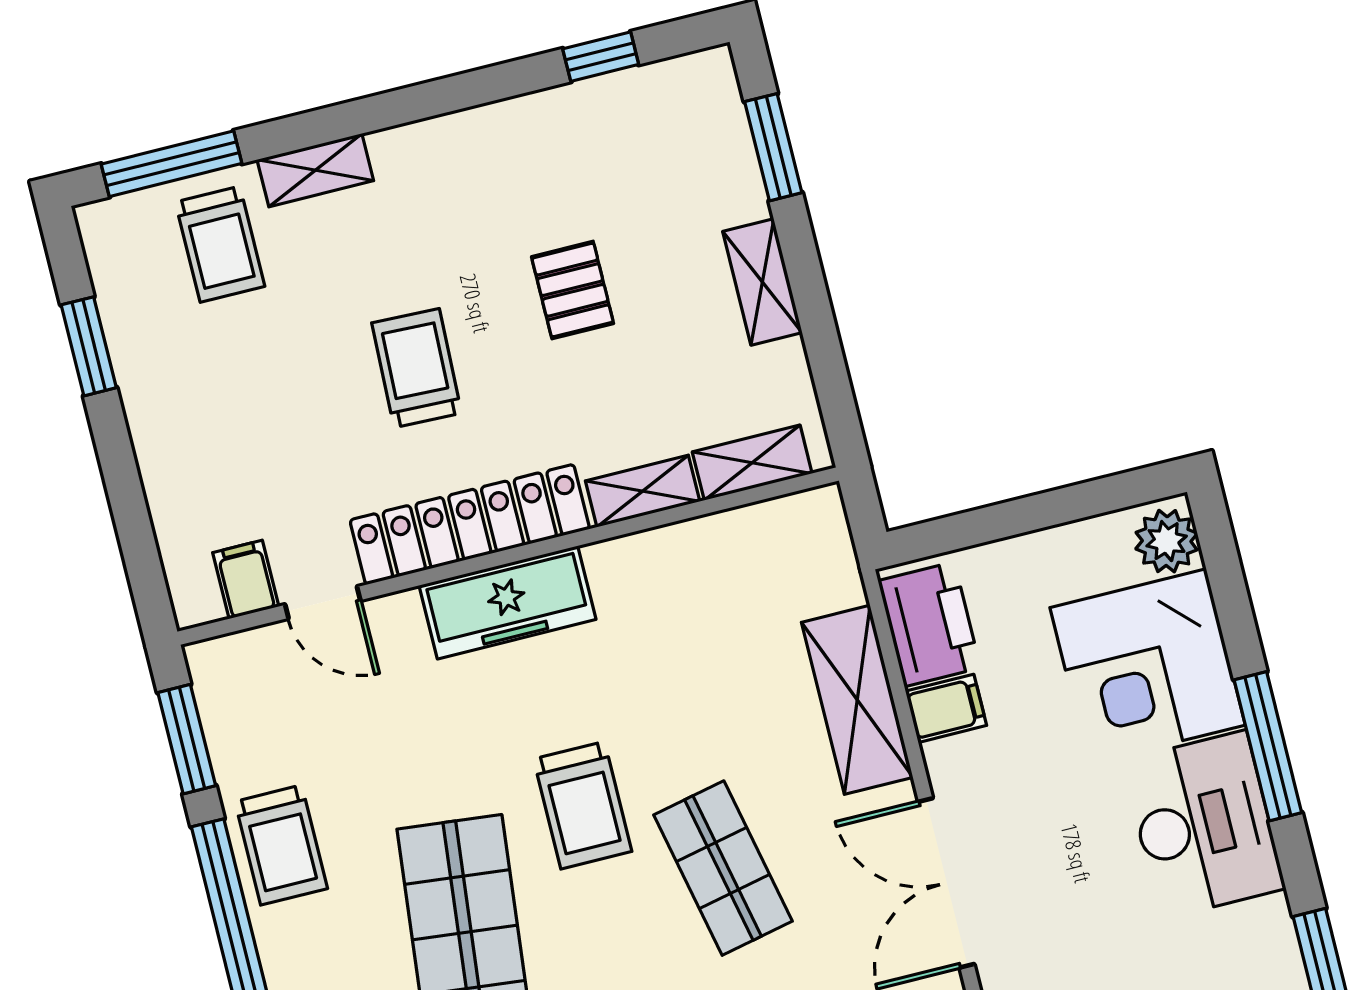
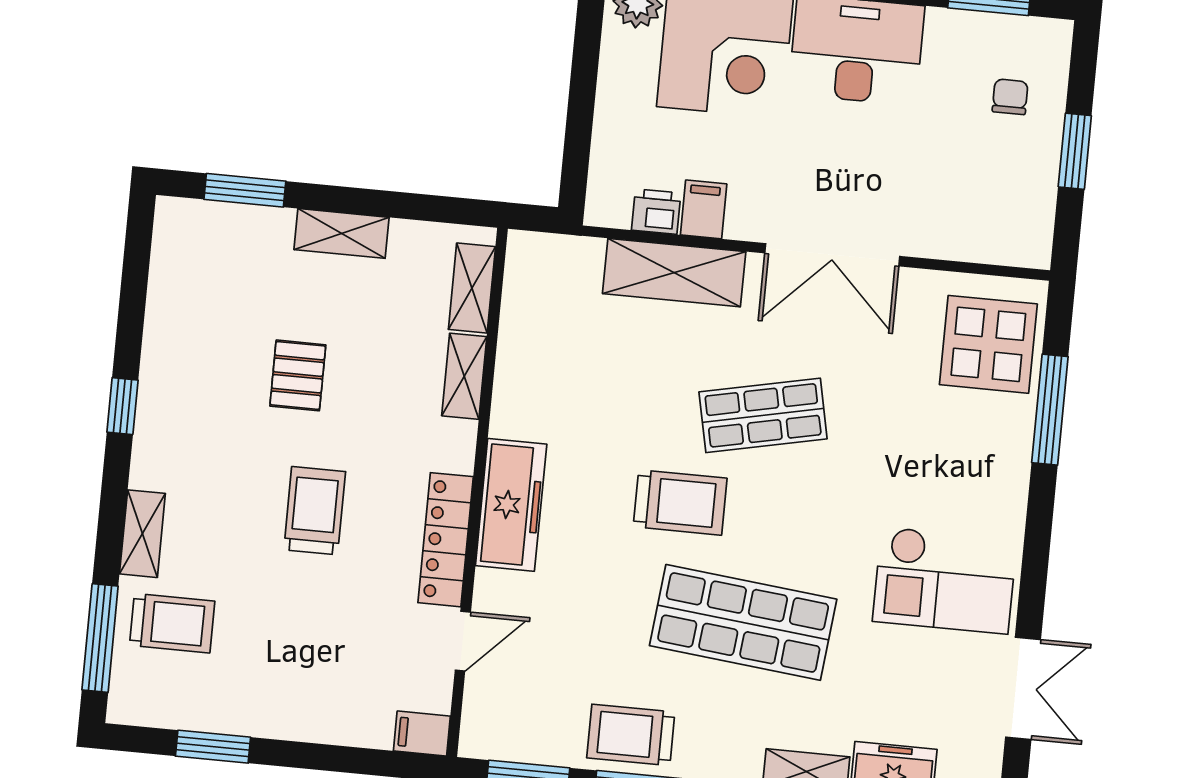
window: (601, 57) -> (122, 406), moved
pallet: (573, 290) -> (298, 375), turned 90
trolley: (417, 368) -> (315, 511), turned 88
locker: (470, 524) -> (446, 540), width x0.71, depth x0.83
filing cabinet: (246, 580) -> (422, 733), moved
printer: (929, 624) -> (656, 212), width x0.53, depth x0.68
trolley: (281, 845) -> (631, 735), turned 180

